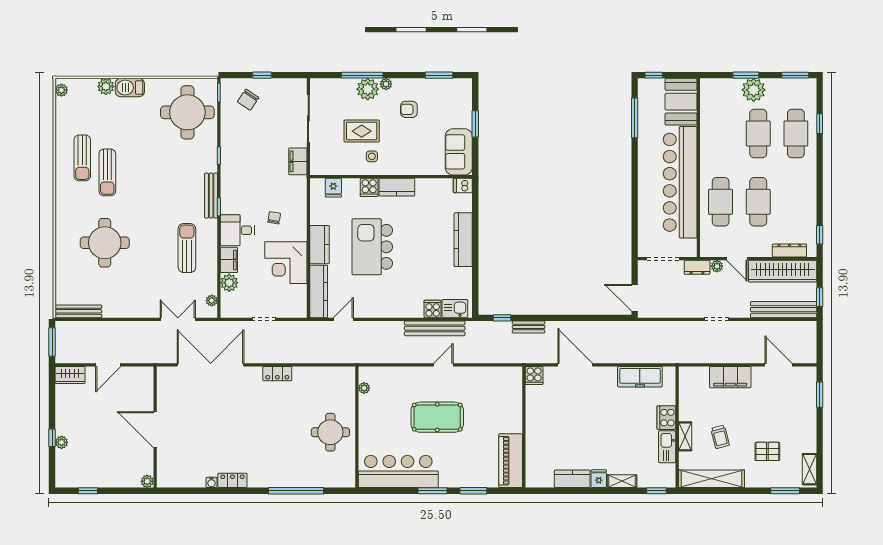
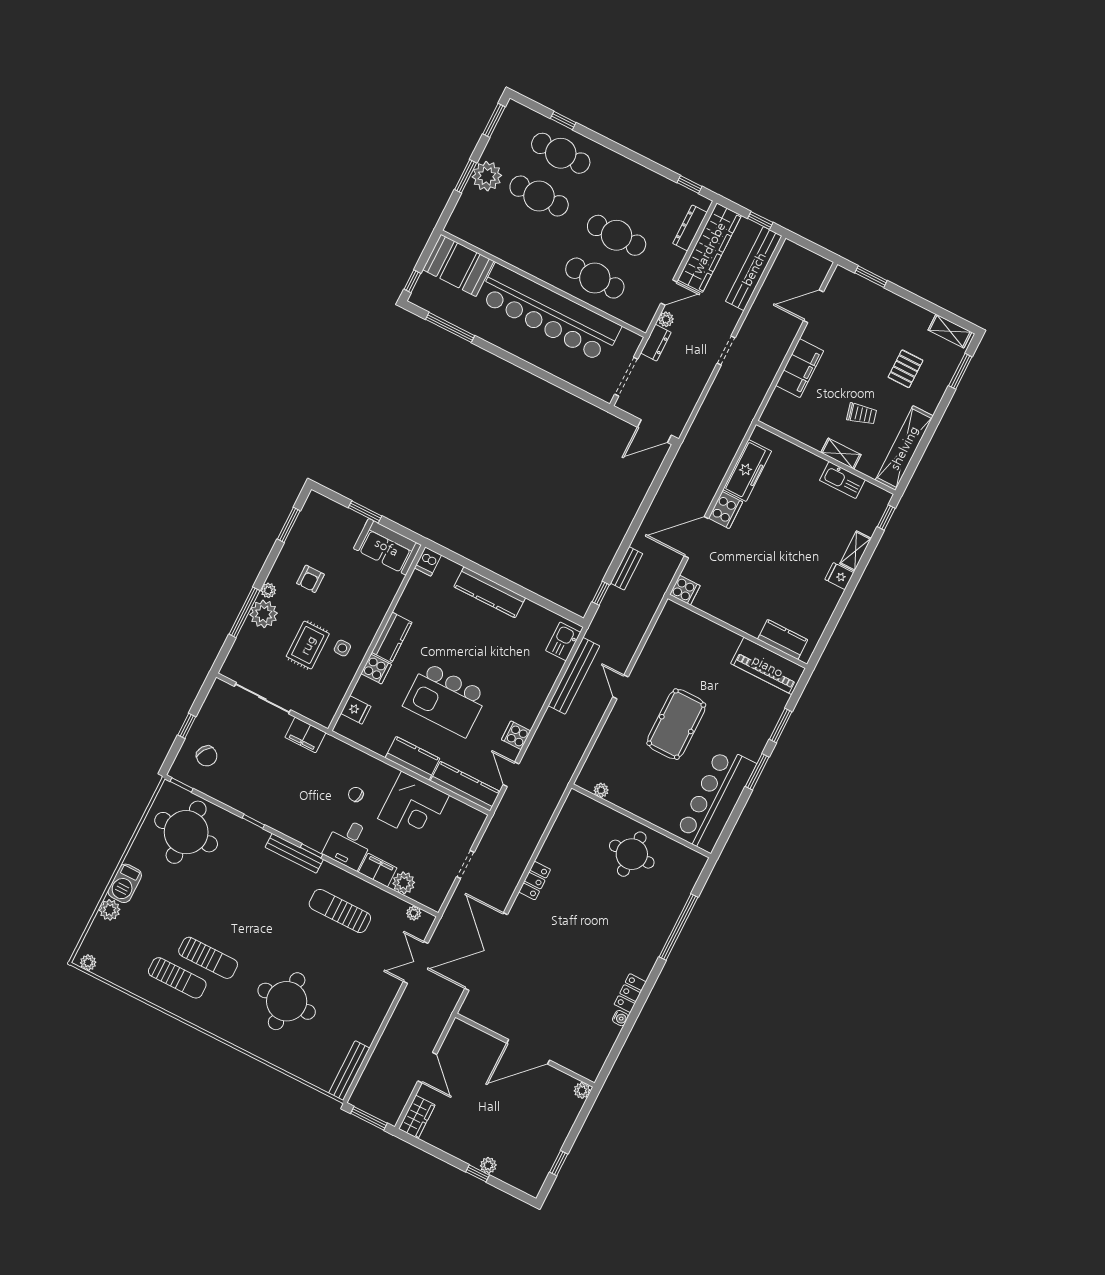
cooker: (433, 309) -> (516, 735), moved
cooker: (666, 418) -> (725, 510), moved, turned -90
kitchen counter: (572, 479) -> (783, 639), moved, turned 90

